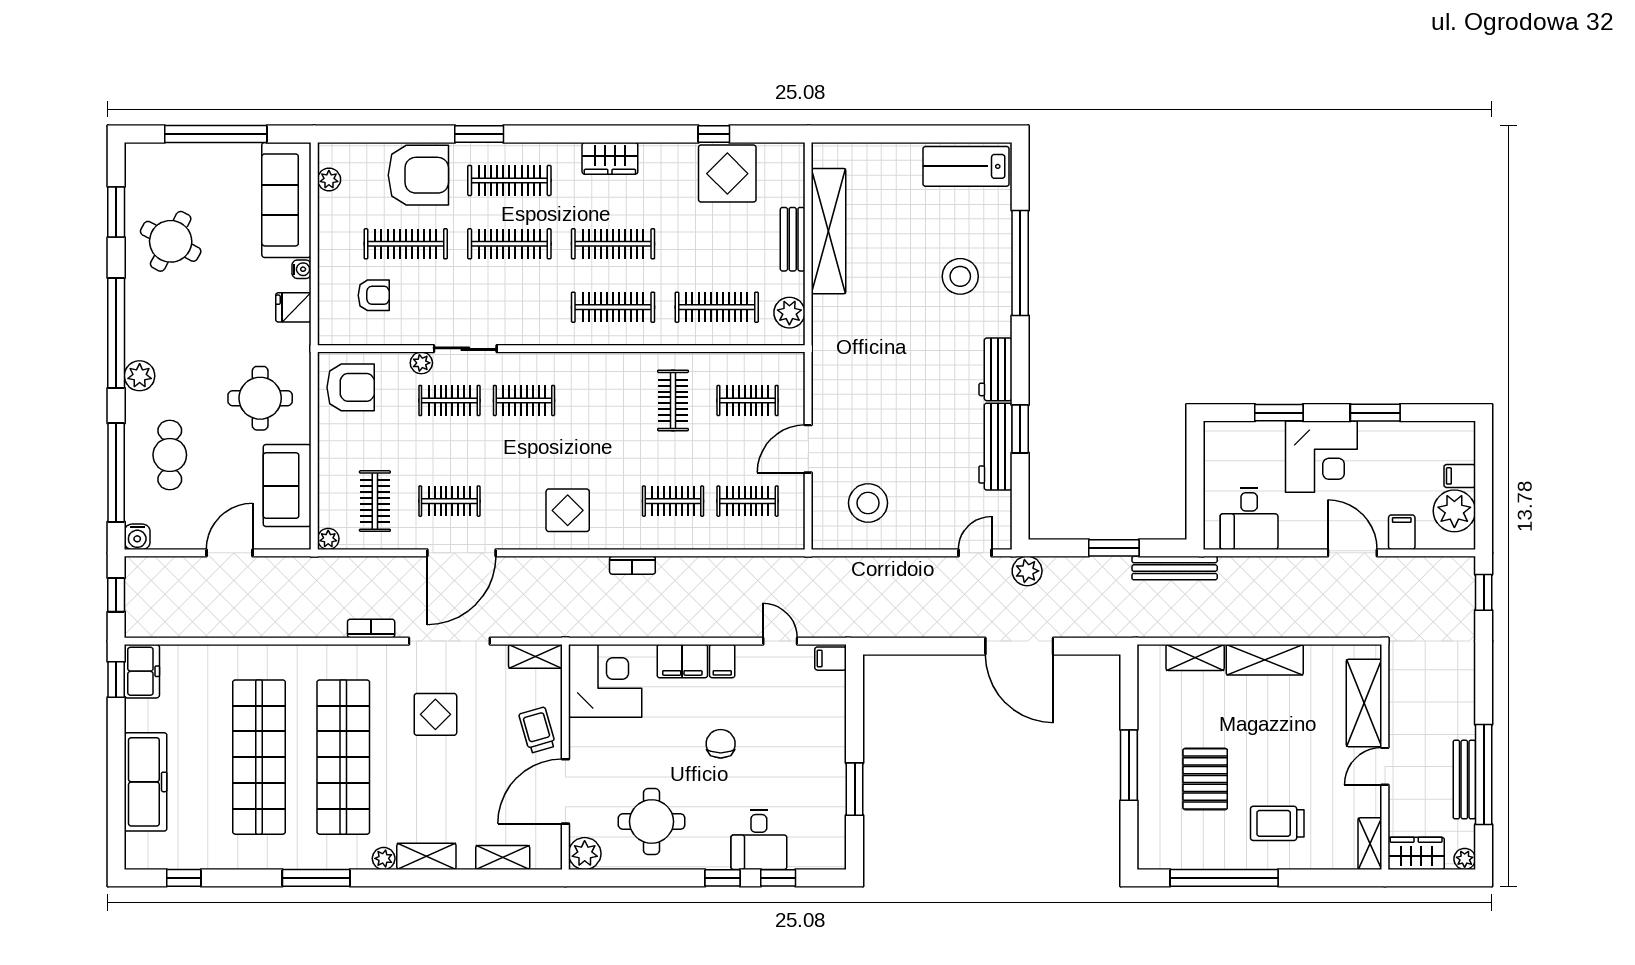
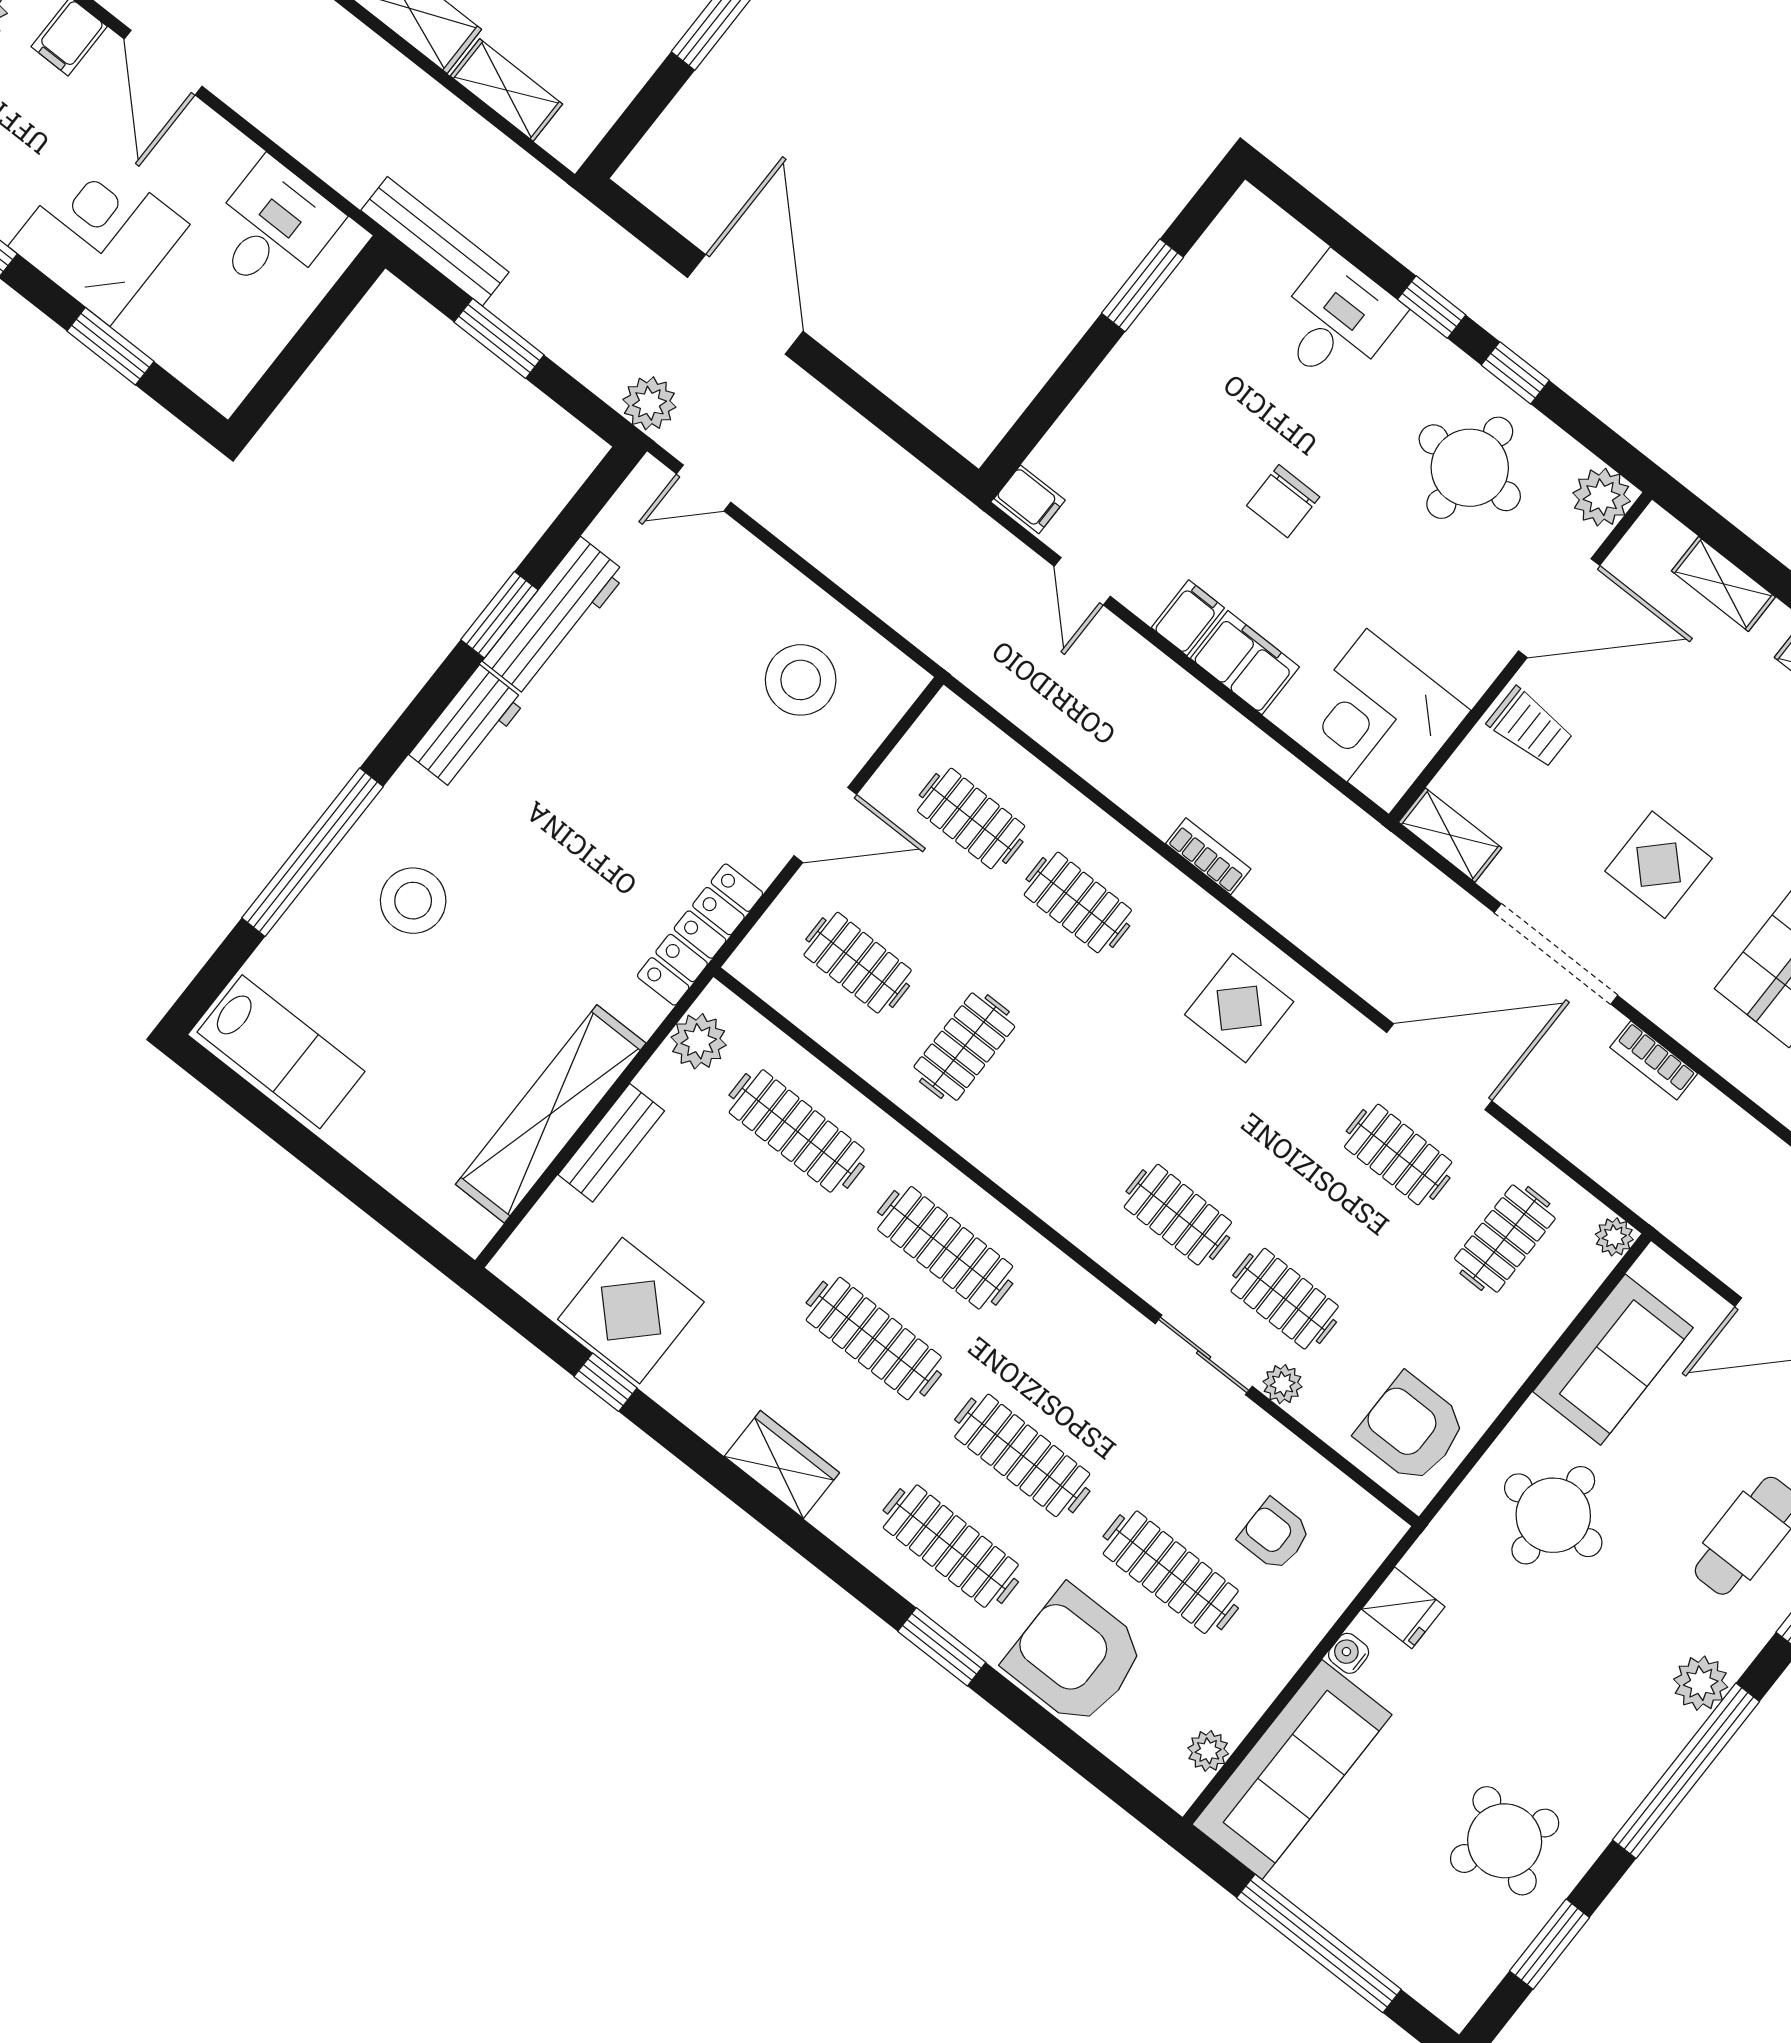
locker: (825, 359) -> (700, 935), added
trolley: (537, 730) -> (1530, 727), turned -74
window: (778, 878) -> (1515, 373), moved

